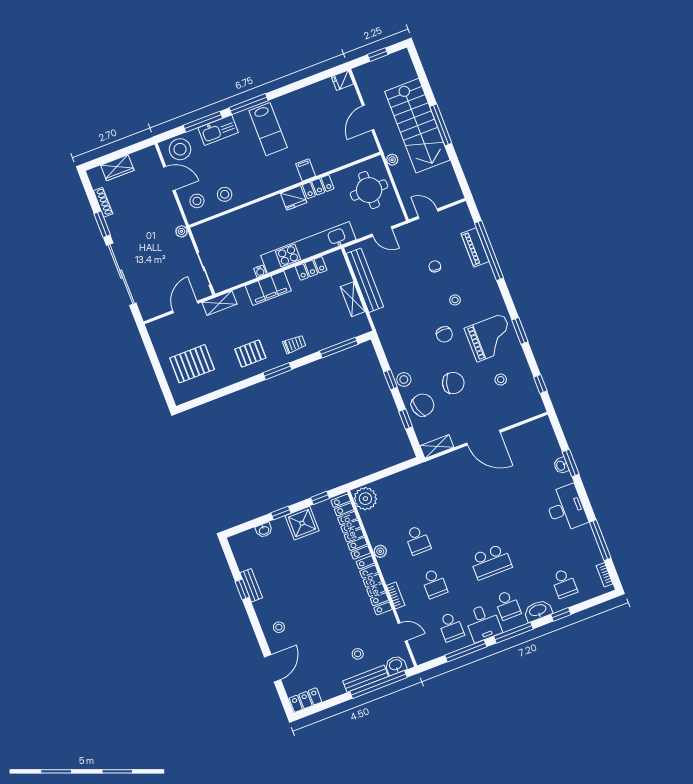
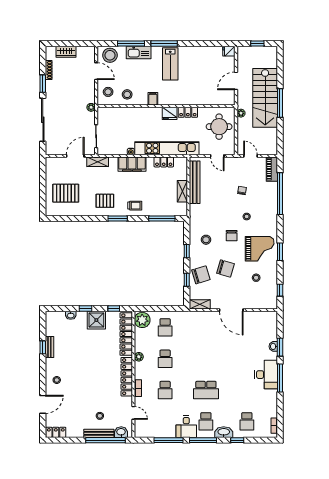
filing cabinet: (306, 170) -> (153, 99), moved
piano: (475, 247) -> (272, 169), moved
stool: (404, 380) -> (206, 240), moved
window: (600, 540) -> (280, 378), moved
school desk: (451, 627) -> (165, 327), moved

